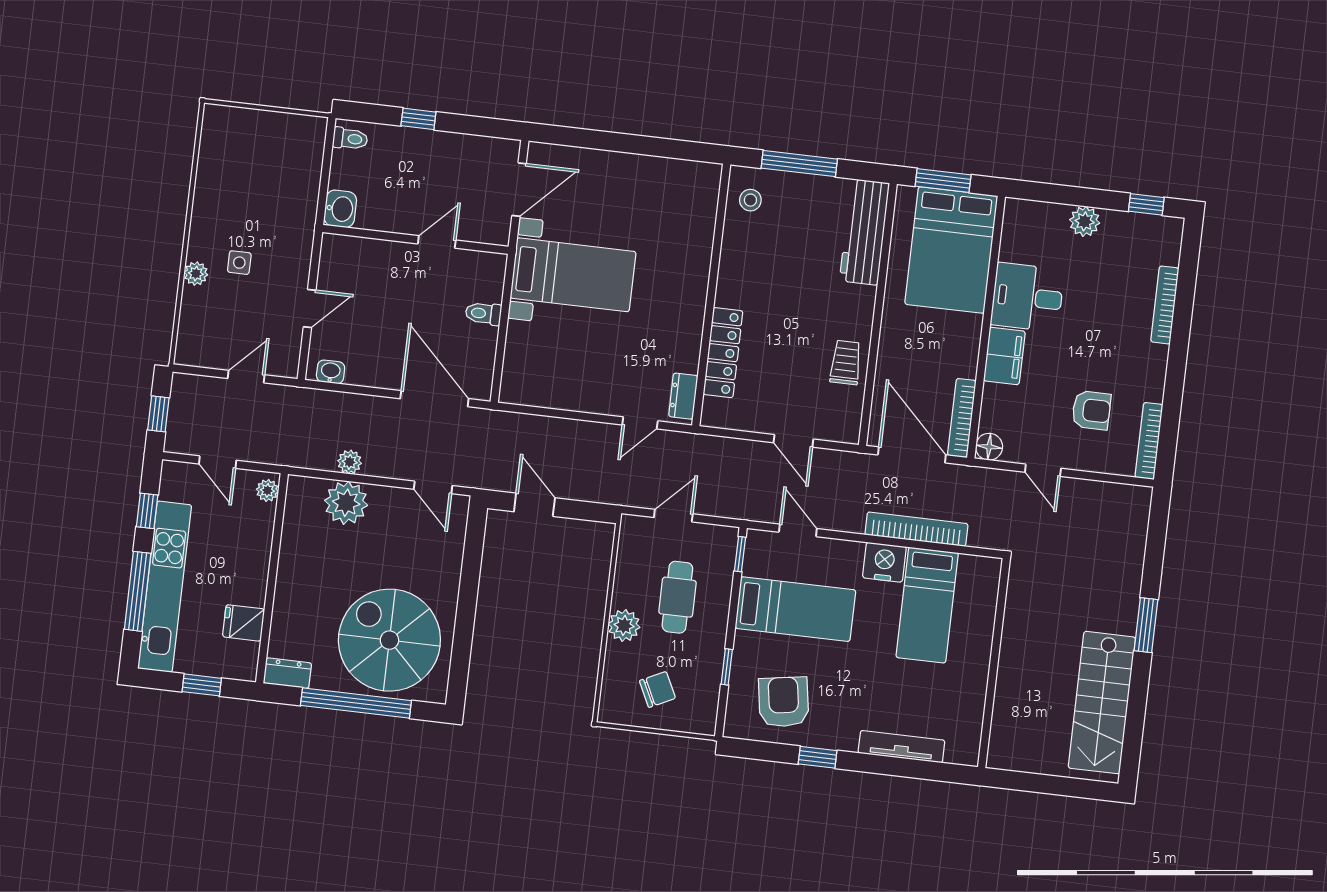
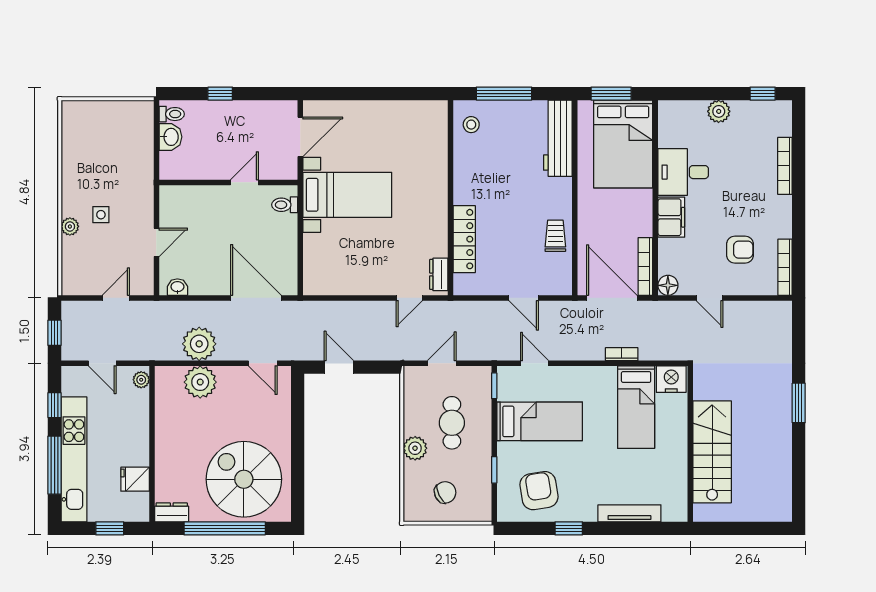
washbasin: (340, 209) -> (170, 137), moved
toilet: (483, 314) -> (285, 205), moved
plant: (350, 462) -> (199, 344), width x1.88, depth x1.88
bookcase: (916, 529) -> (622, 354), width x0.43, depth x0.76
nightstand: (884, 562) -> (671, 379), moved
stairs: (1102, 703) -> (712, 452), moved, turned 180

